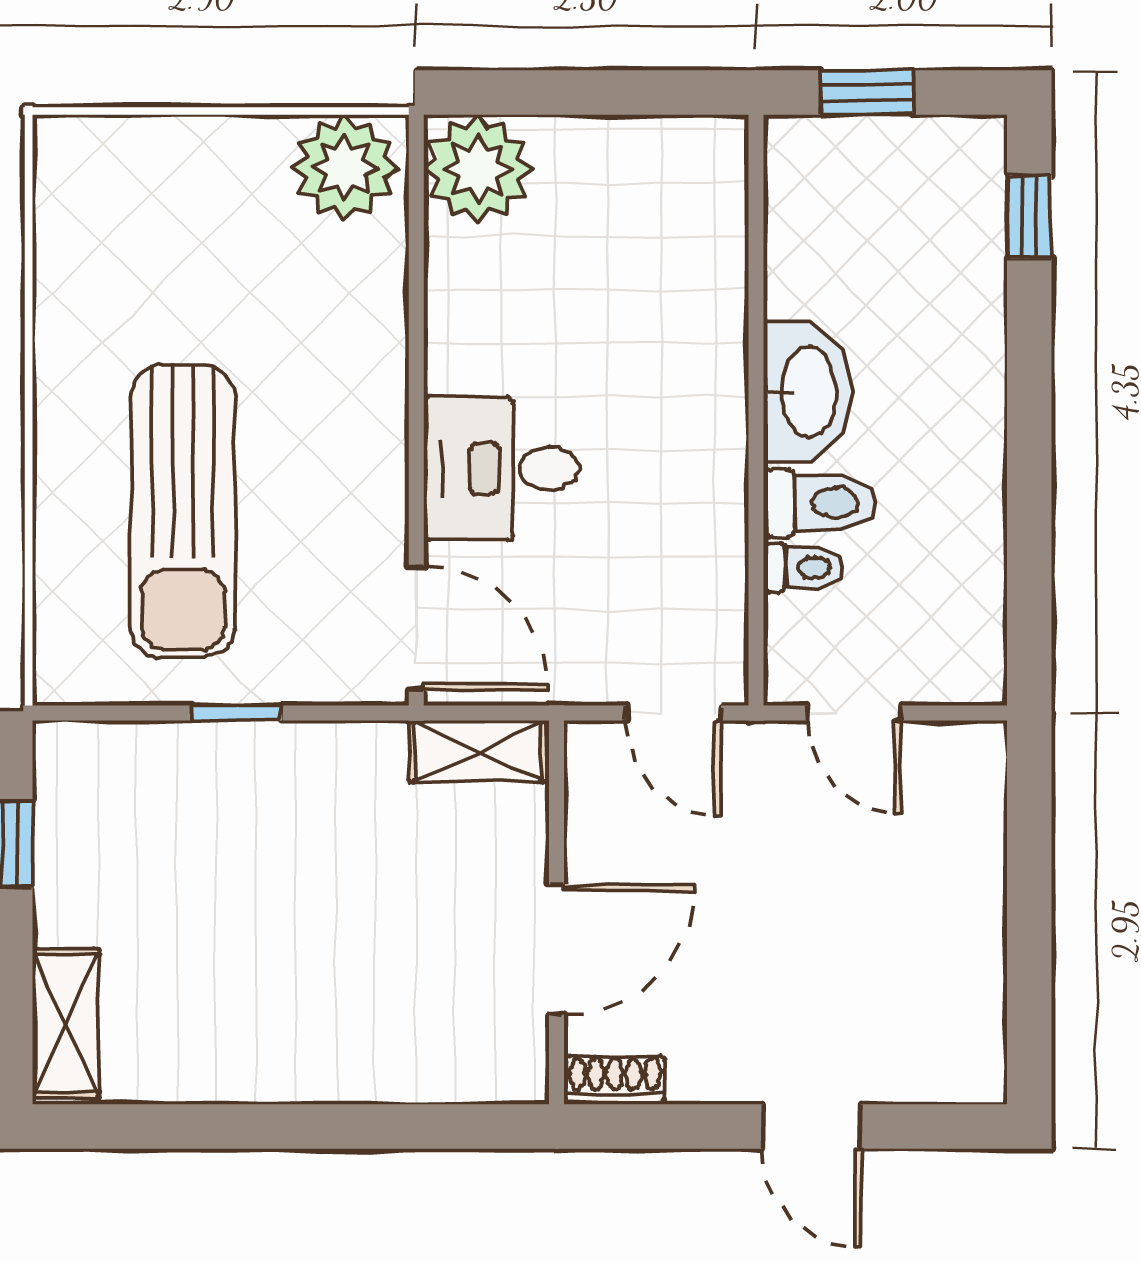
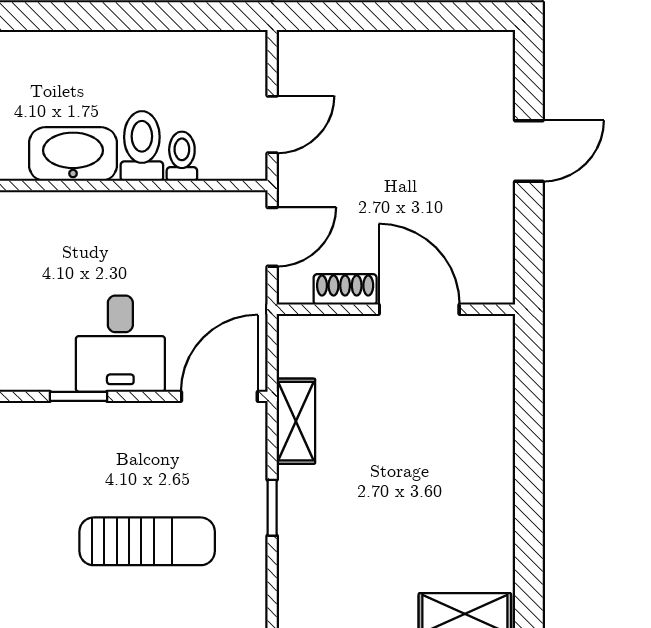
window: (416, 401) -> (79, 396), added
sun lounger: (183, 512) -> (147, 541), width x0.73, depth x0.75
shelving: (478, 751) -> (296, 421), moved
shoe rack: (615, 1080) -> (345, 289), moved, turned 90

